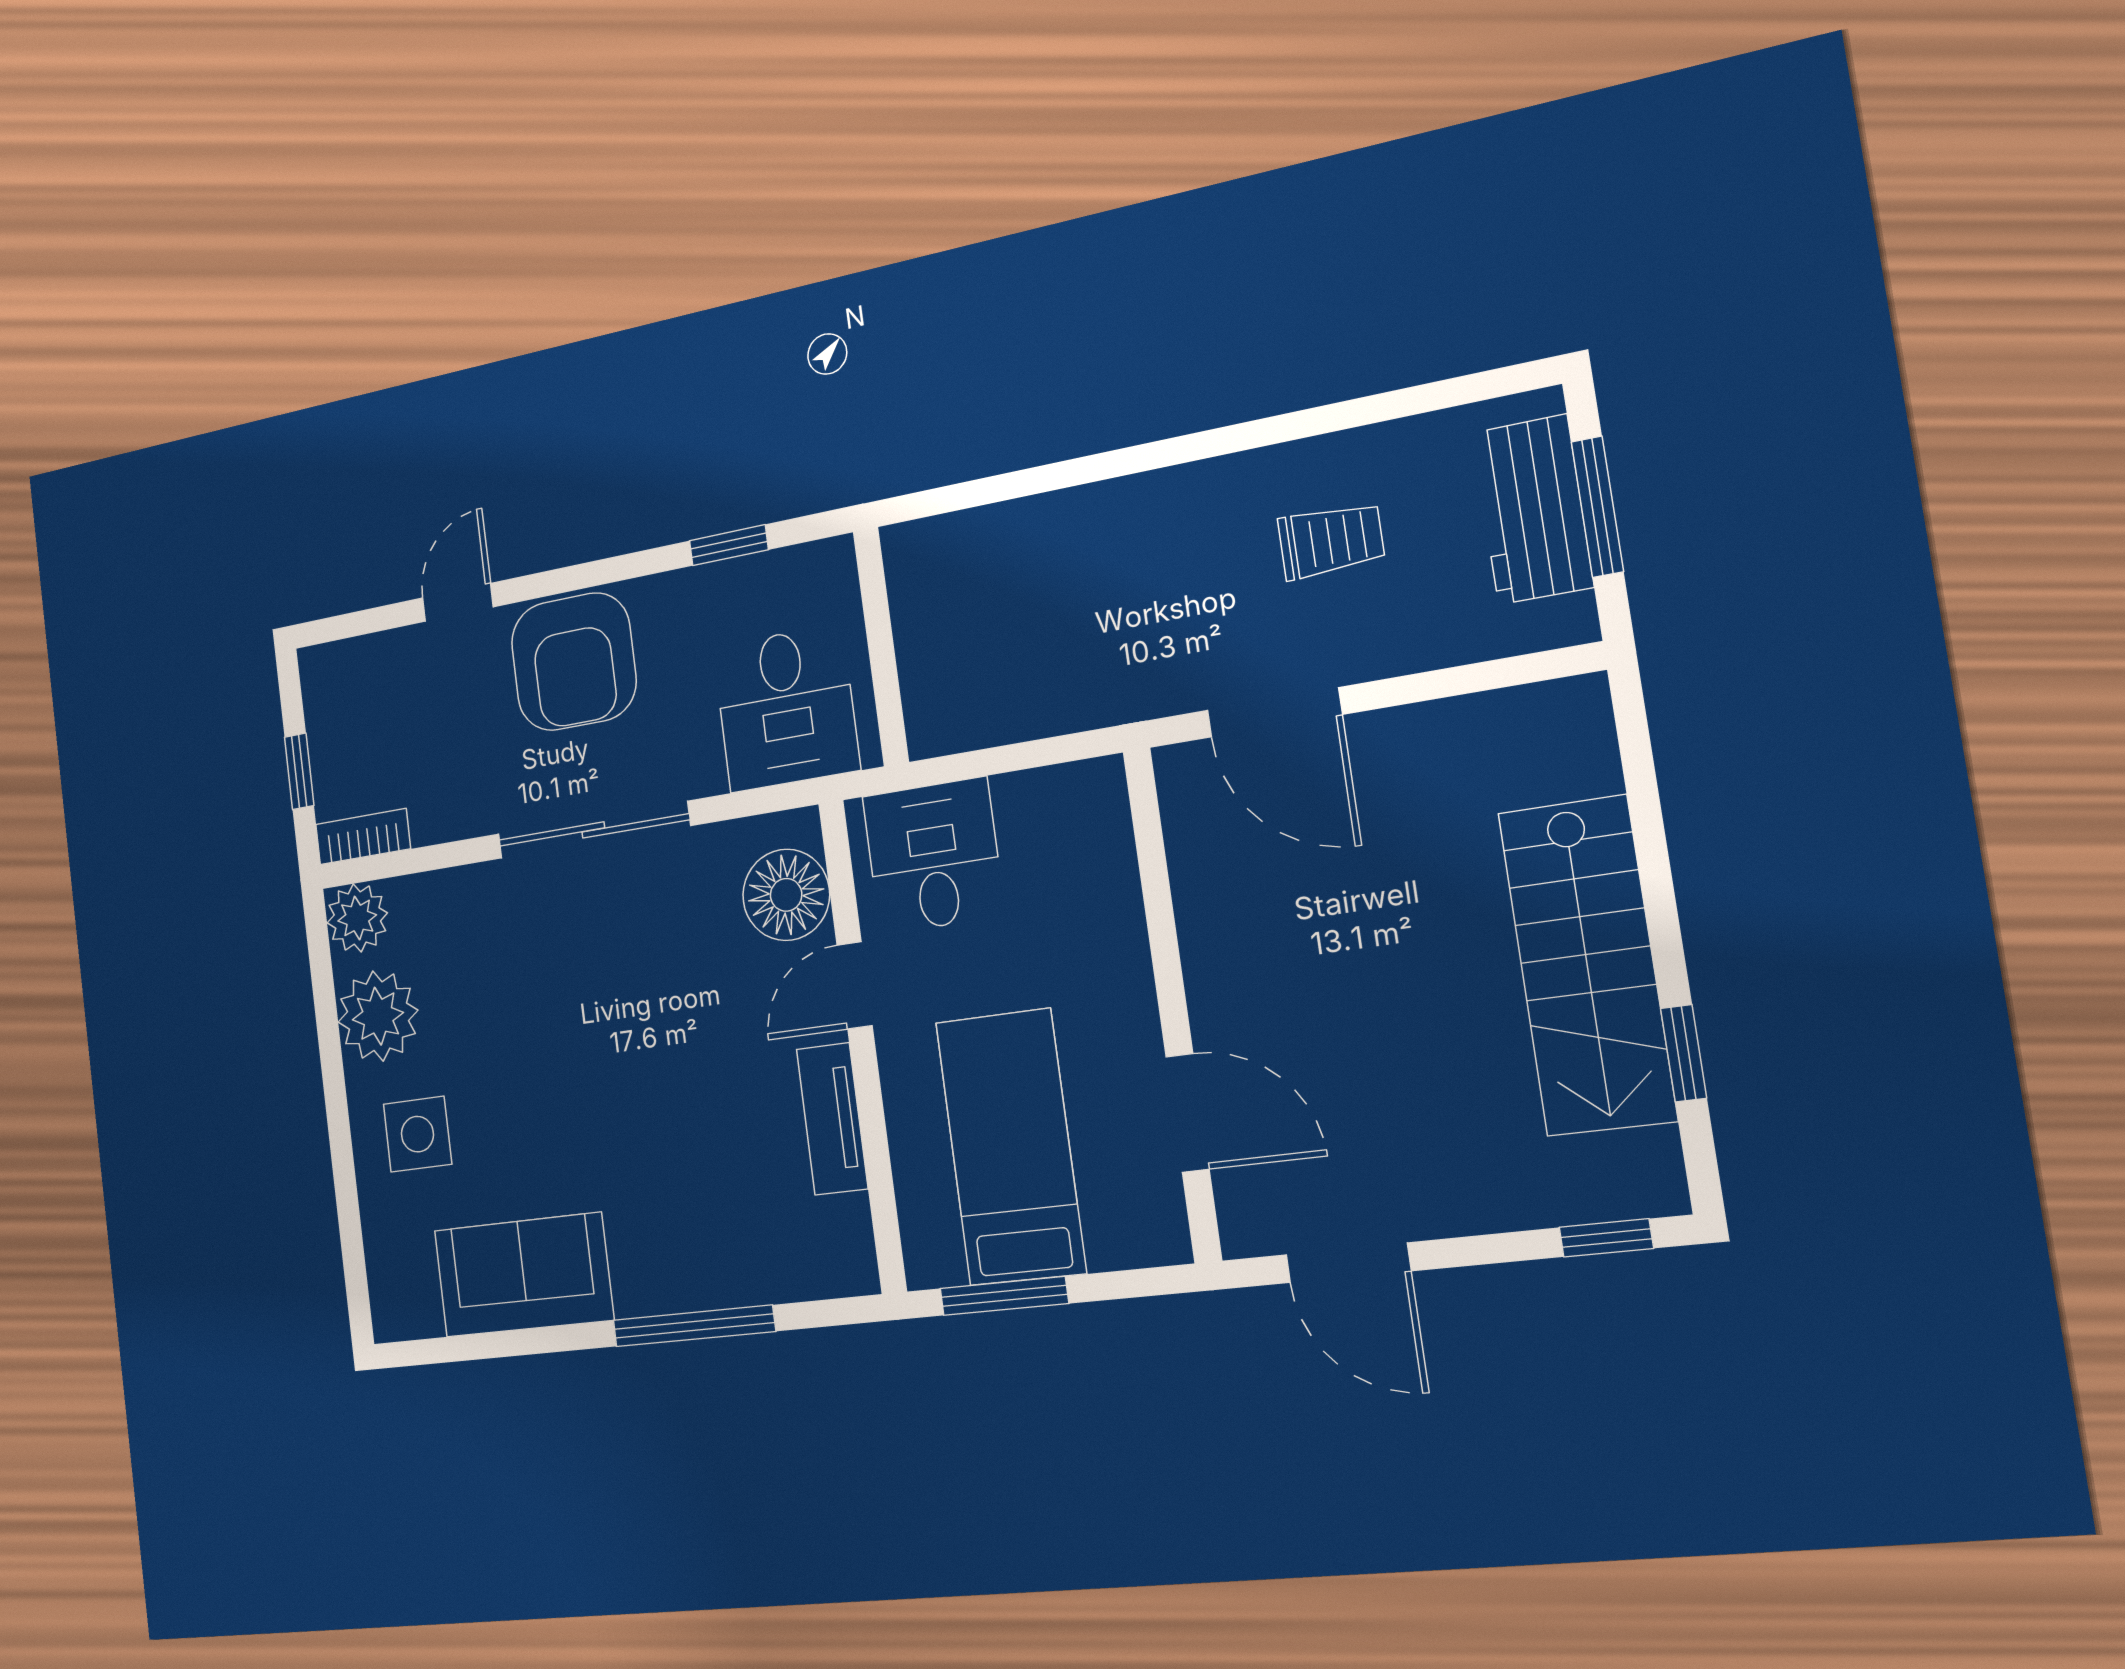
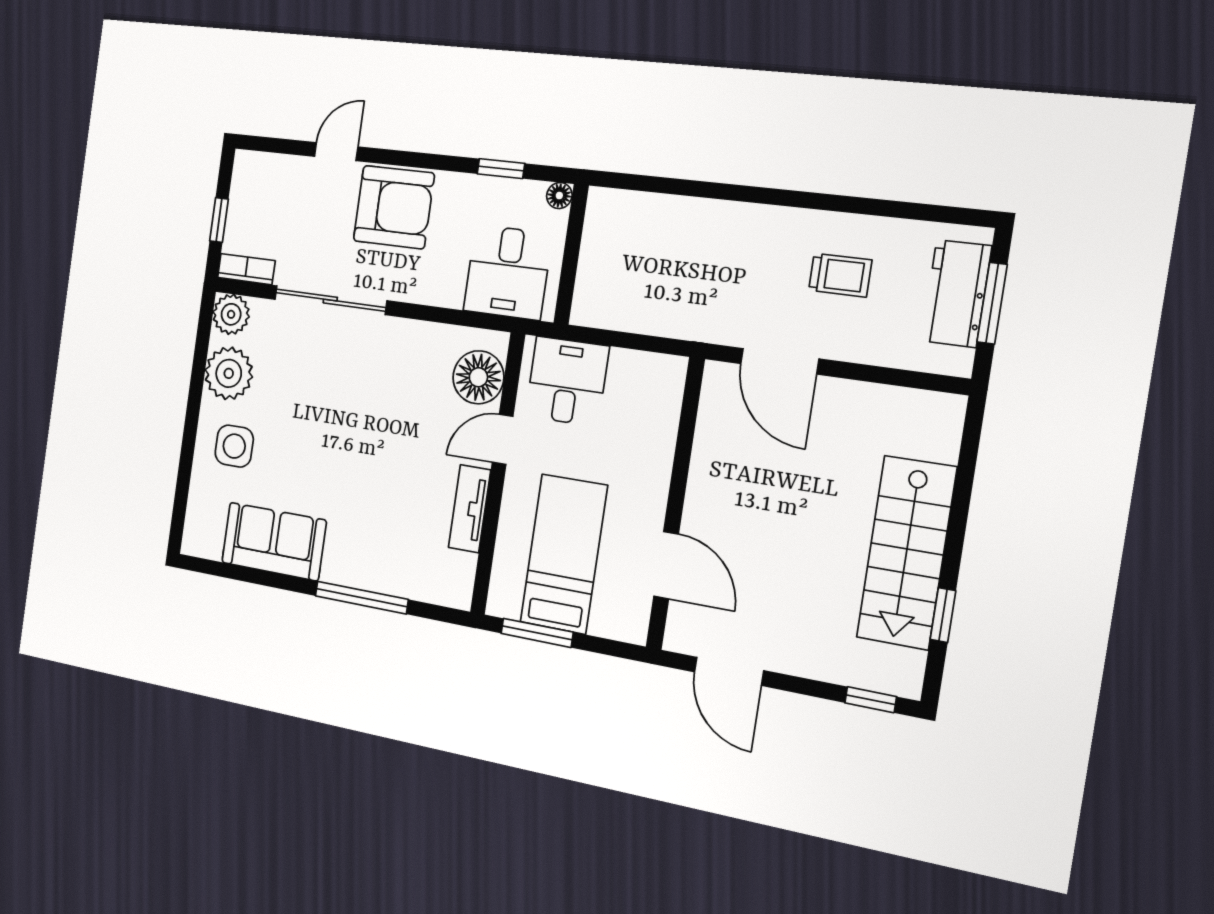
floor lamp: (835, 558) -> (559, 196), added
armchair: (574, 662) -> (394, 207), turned -90
sliding door: (593, 830) -> (330, 300), moved

